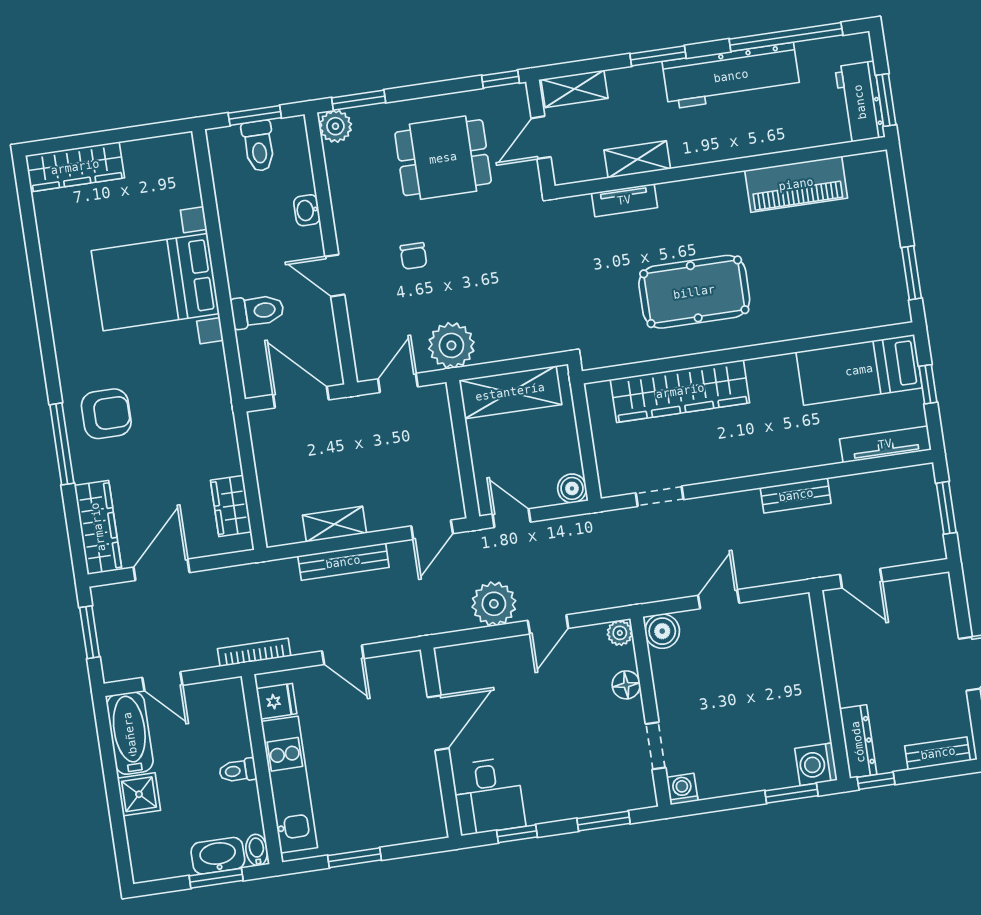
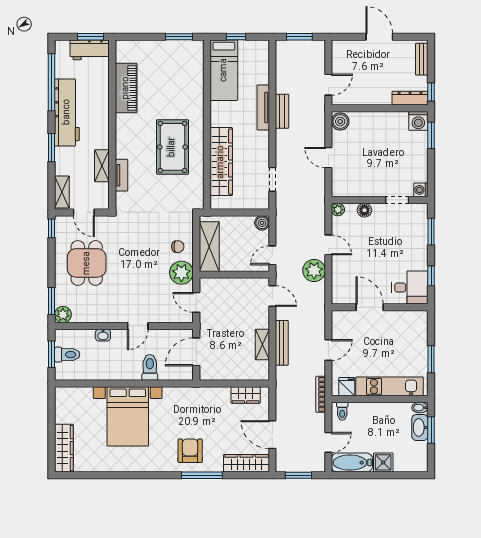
chair: (414, 256) -> (178, 247), moved
tv unit: (885, 444) -> (263, 107), moved
boiler: (662, 631) -> (340, 122), moved
toilet: (238, 771) -> (342, 411), moved

